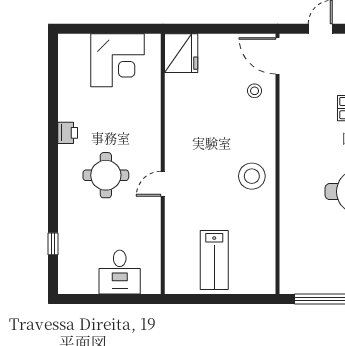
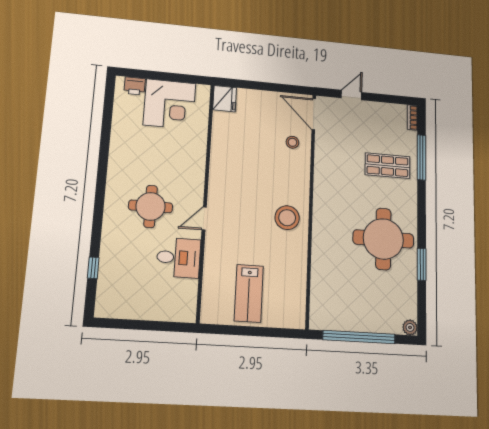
fridge: (181, 53) -> (225, 99), width x0.73, depth x0.75
printer: (68, 133) -> (135, 86), moved, turned 90
desk: (120, 272) -> (179, 258), moved, turned -90

